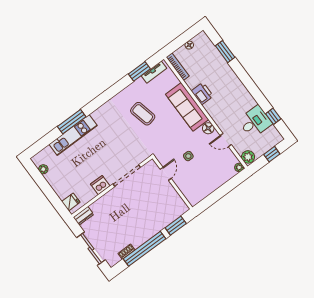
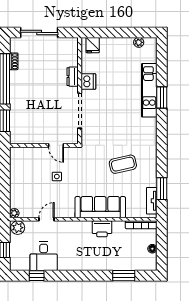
window: (72, 122) -> (162, 98), width x0.69
floor lamp: (208, 128) -> (68, 212), removed
dresser: (83, 216) -> (73, 77), moved

